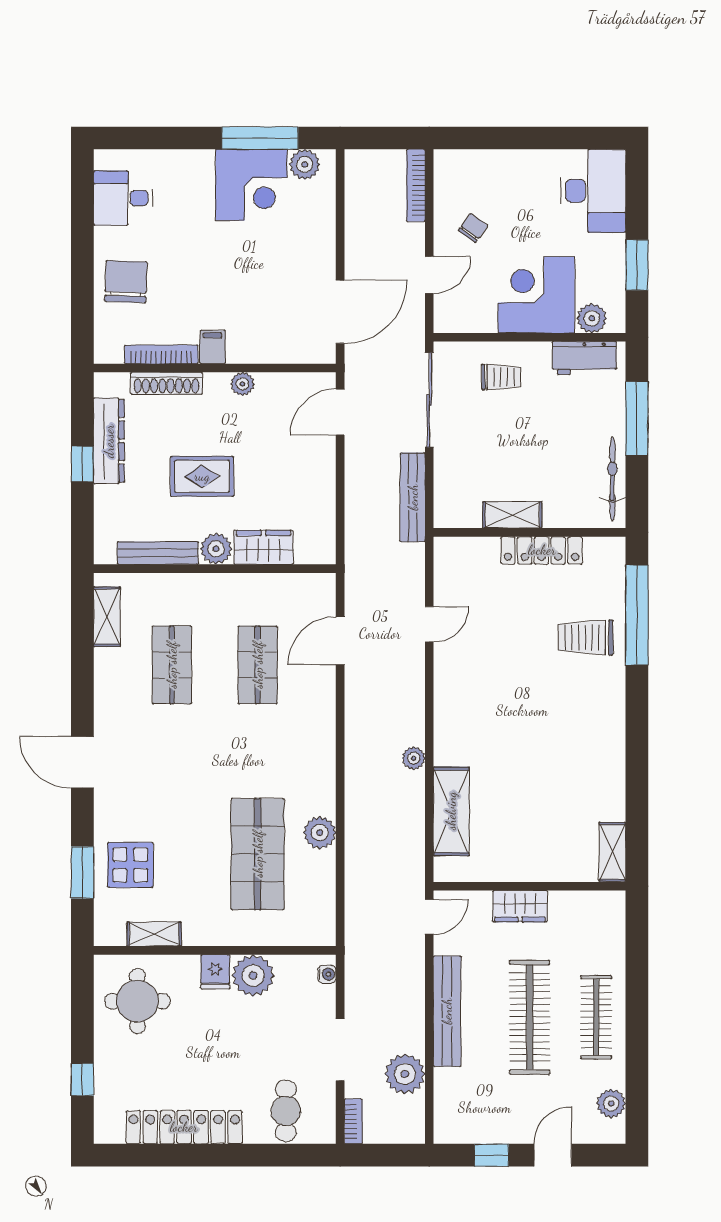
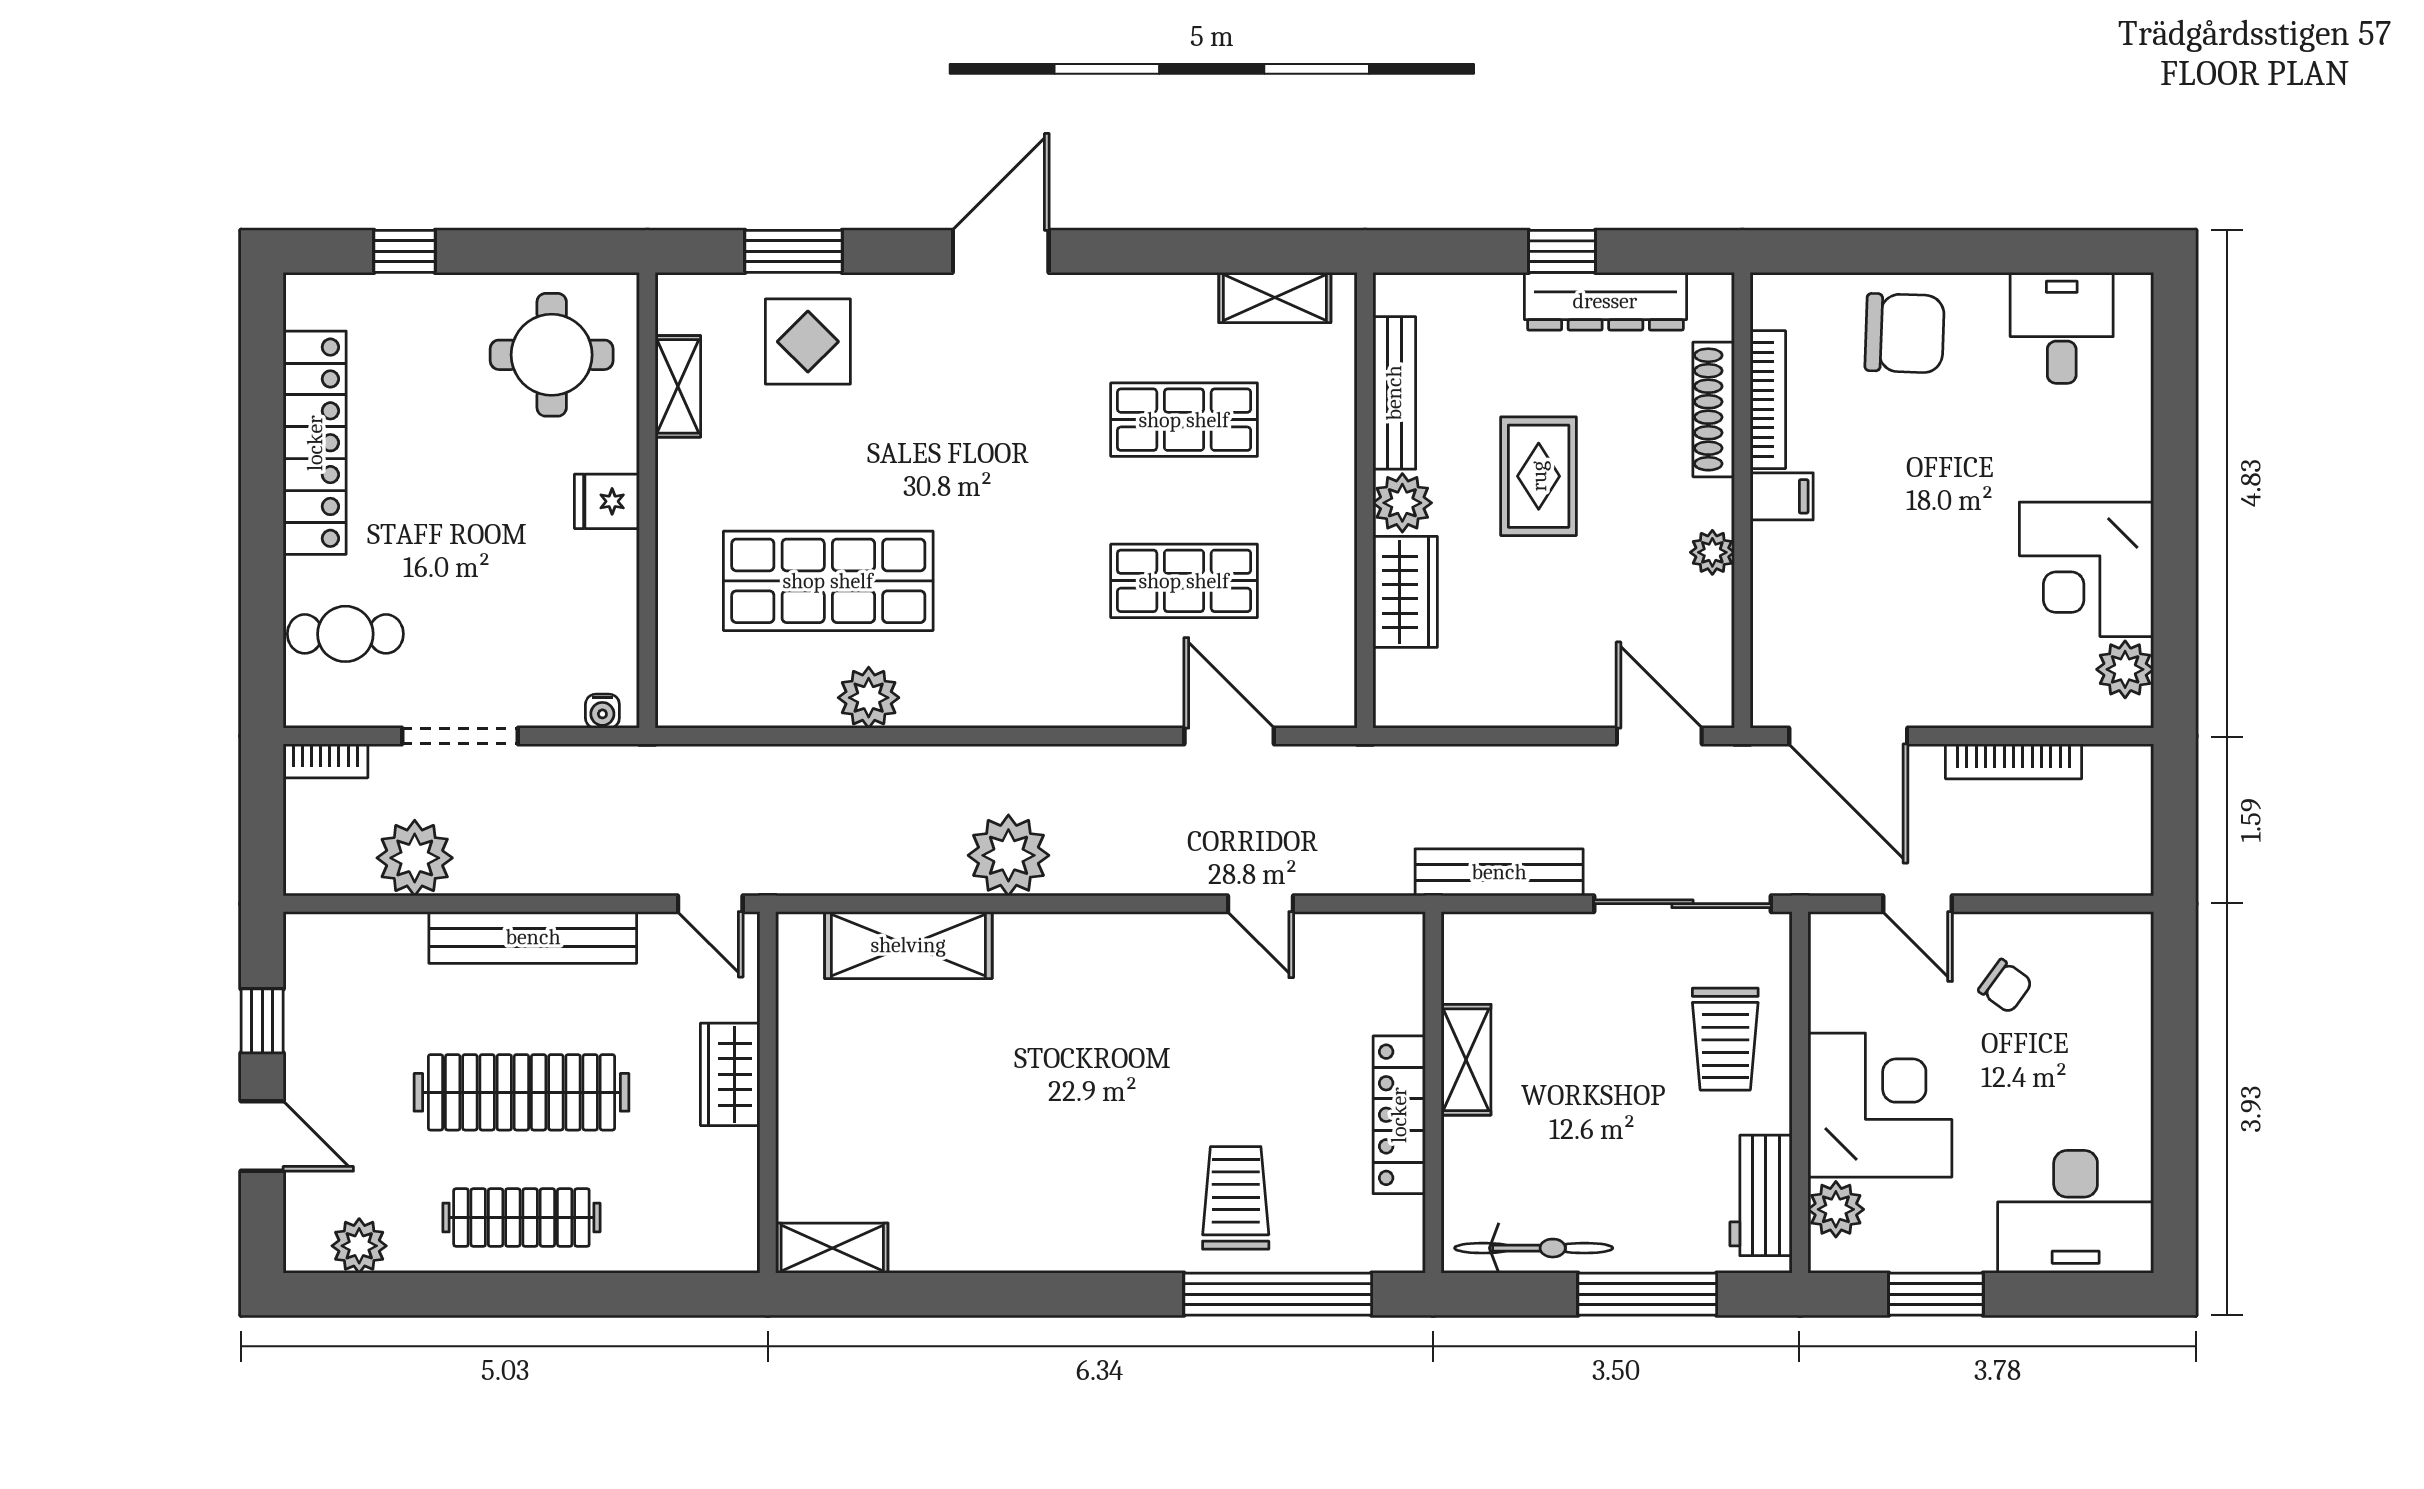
window: (260, 138) -> (2175, 585), removed
bookcase: (416, 185) -> (2014, 761), moved, turned 180
trolley: (501, 377) -> (1725, 1039), width x1.36, depth x1.39
plant: (414, 758) -> (1008, 855), width x1.88, depth x1.88
plant: (253, 976) -> (600, 572), removed

